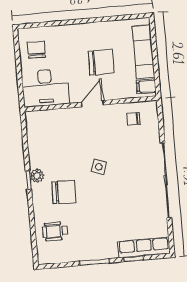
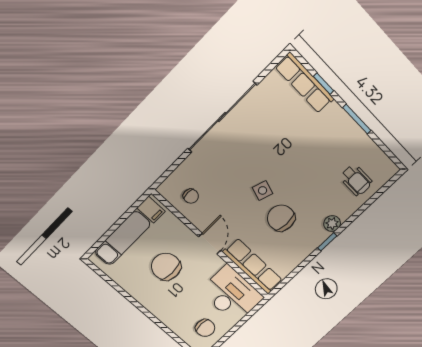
chair: (36, 50) -> (205, 328), turned -91
door: (92, 104) -> (210, 244), swing flipped
row of seats: (53, 118) -> (253, 266), added
plant: (37, 176) -> (332, 223), moved
chair: (64, 192) -> (281, 218), moved

